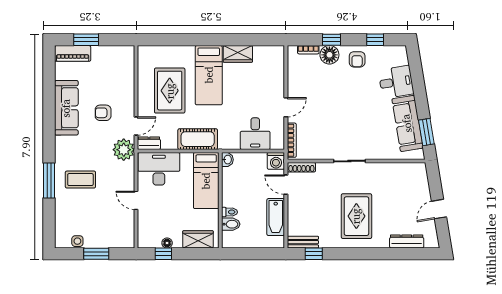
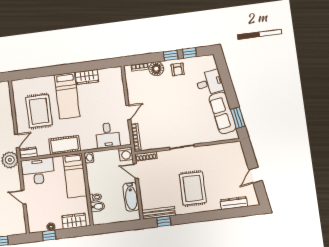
window: (331, 40) -> (171, 55), moved
bench: (303, 242) -> (159, 213), width x1.36

